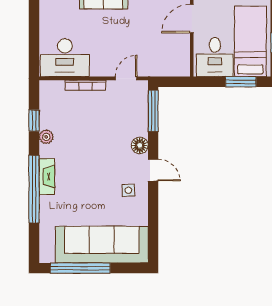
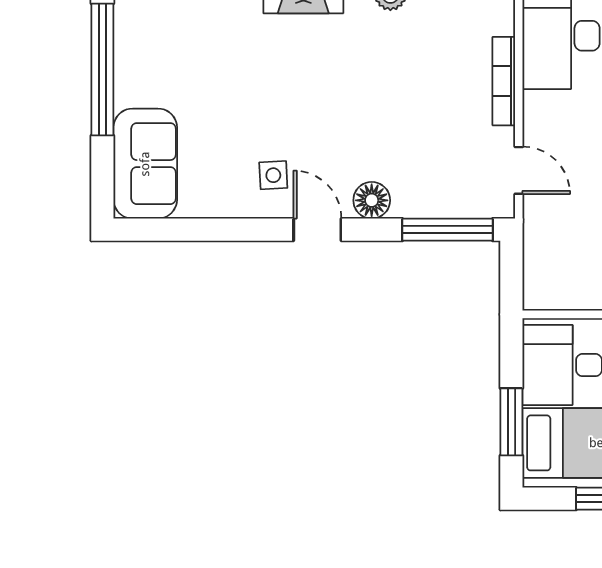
door: (153, 170) -> (317, 230), swing flipped
sofa: (102, 245) -> (145, 164), width x0.54, depth x0.79

